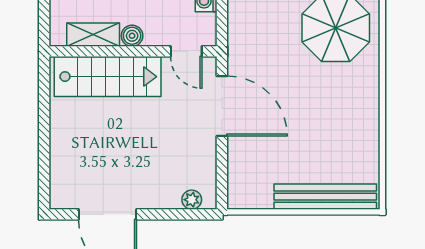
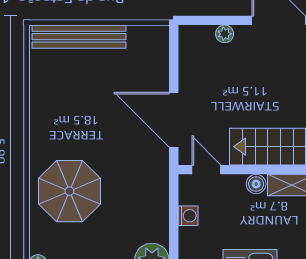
plant: (192, 200) -> (225, 34), moved

